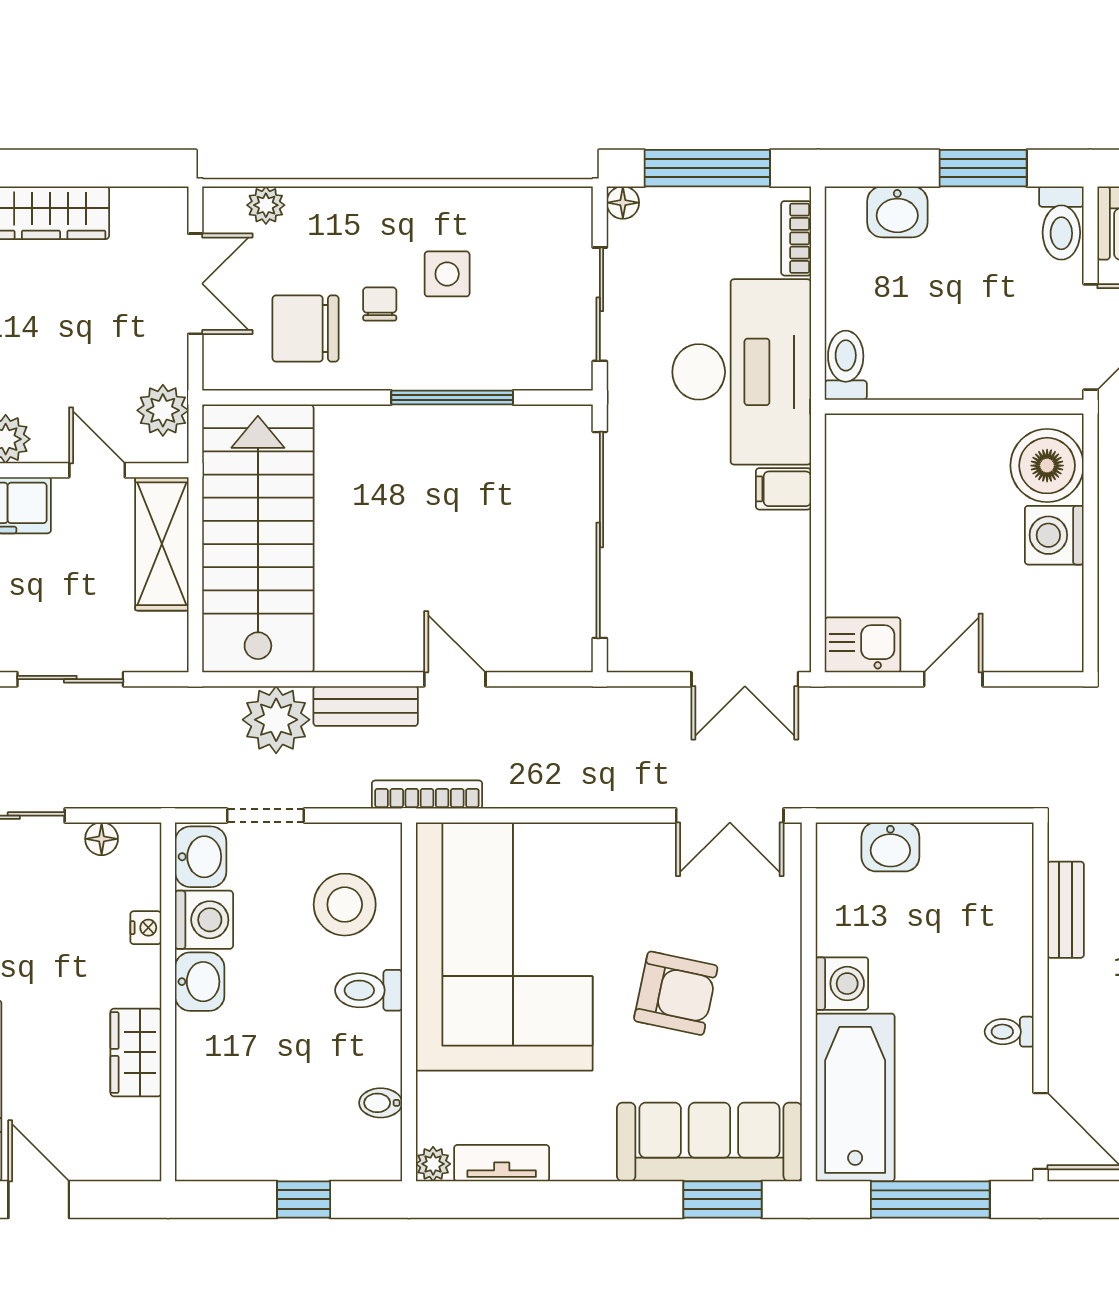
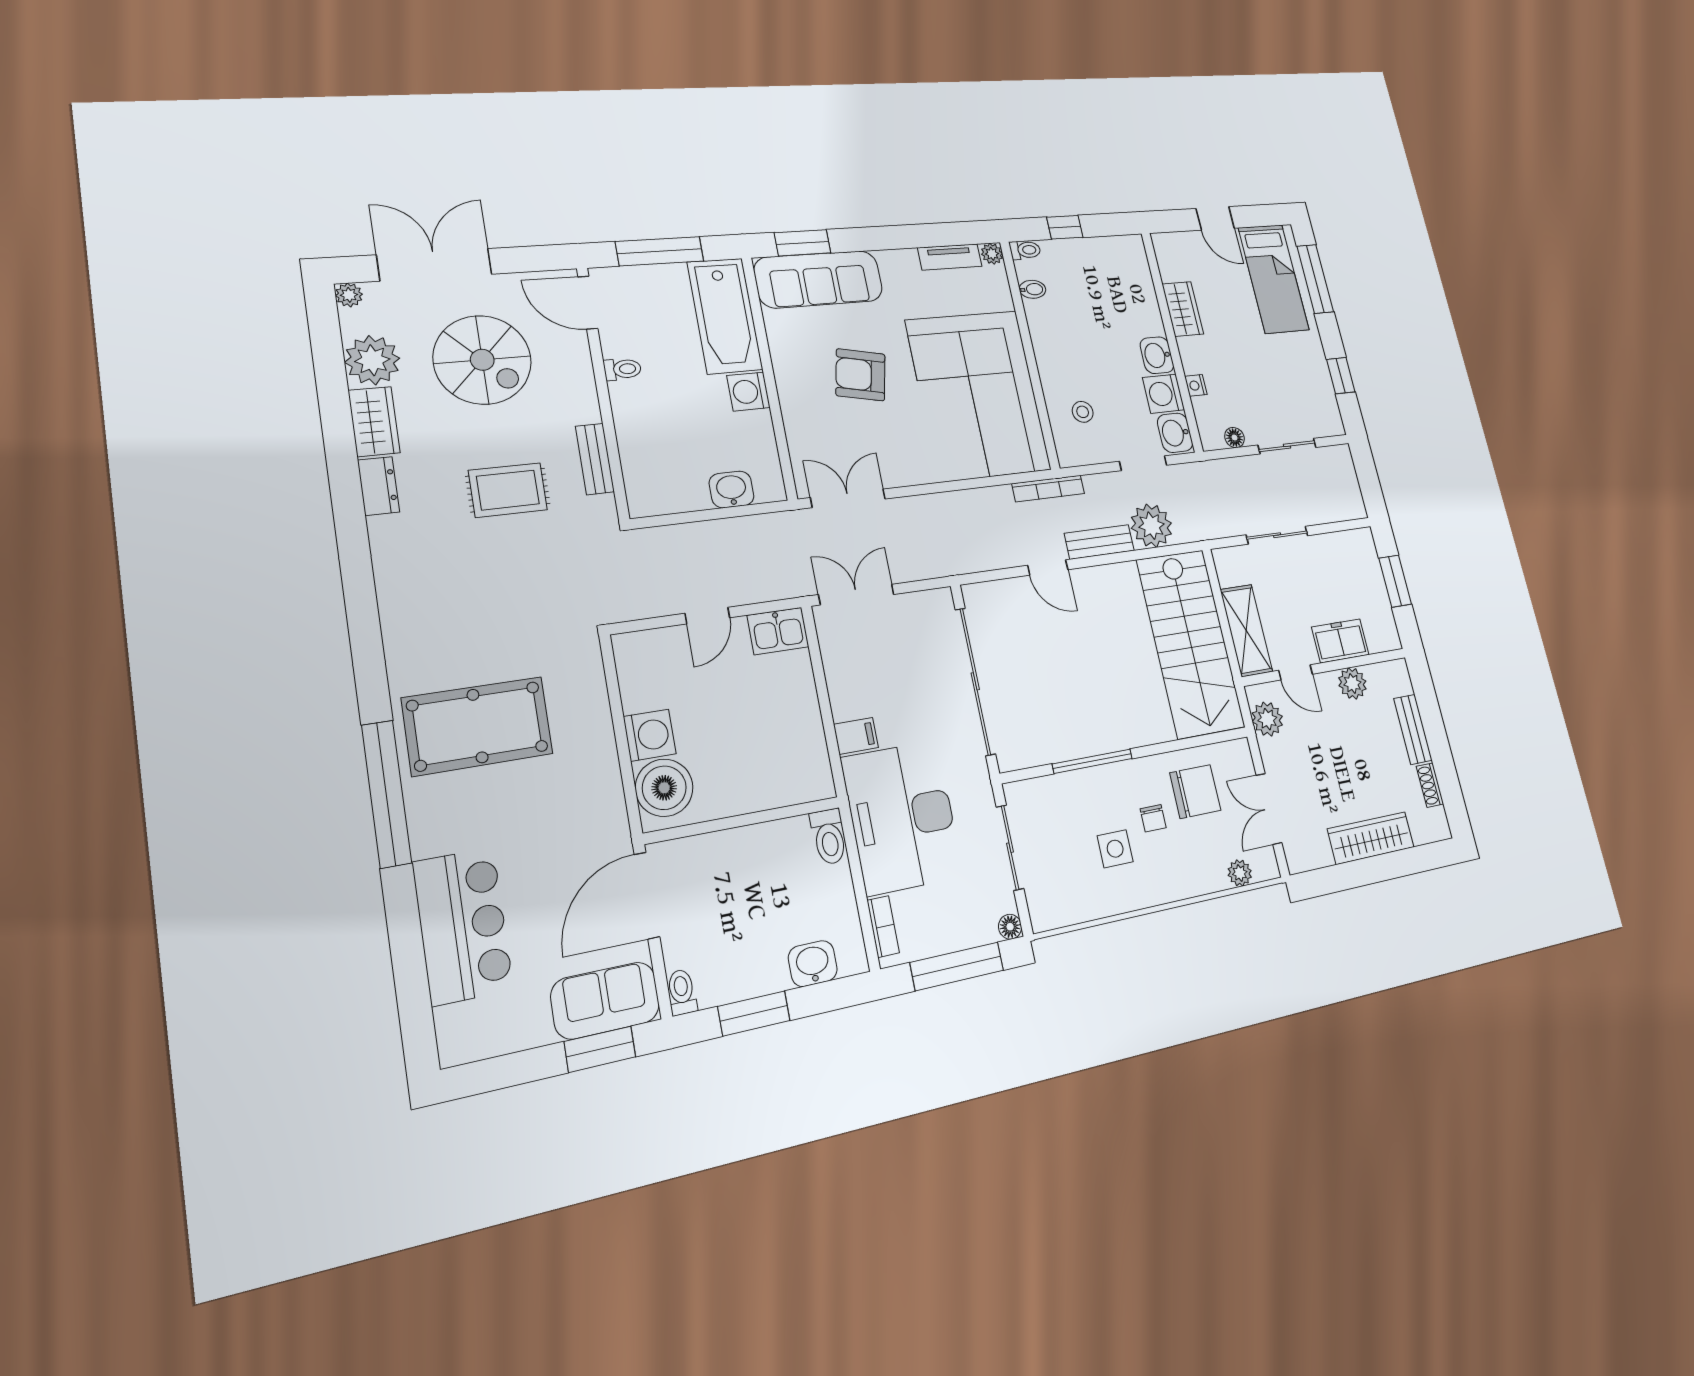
toilet: (1061, 223) -> (682, 992), width x0.73, depth x0.72
stool: (345, 905) -> (1083, 412), width x0.53, depth x0.53
toilet: (369, 990) -> (1025, 250), moved, width x0.73, depth x0.72

